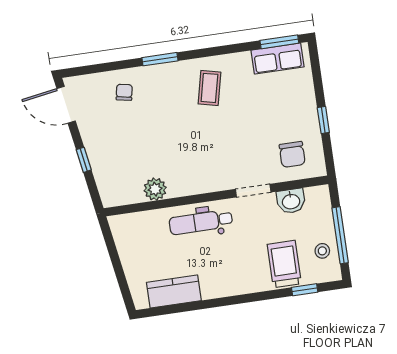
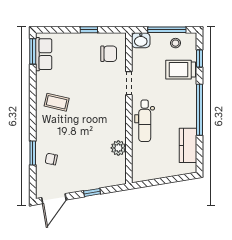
window: (160, 59) -> (33, 153), moved
washbasin: (291, 201) -> (141, 40), moved, turned 90
window: (229, 301) -> (200, 110), added

